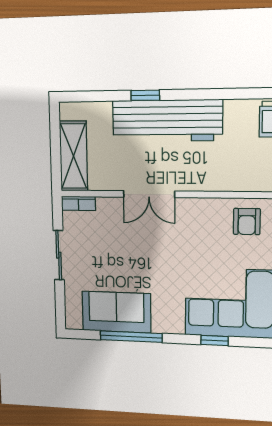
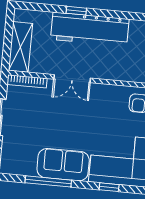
bookcase: (78, 203) -> (27, 81), width x1.56
sofa: (116, 312) -> (63, 165), moved

